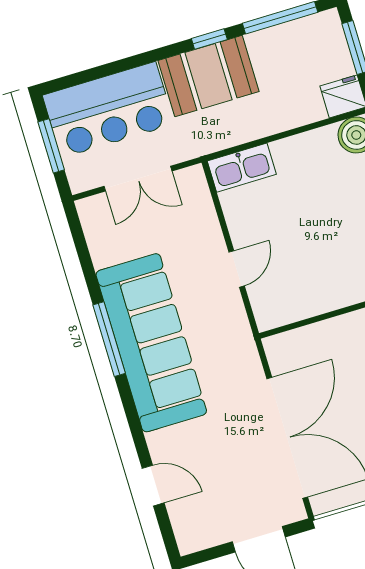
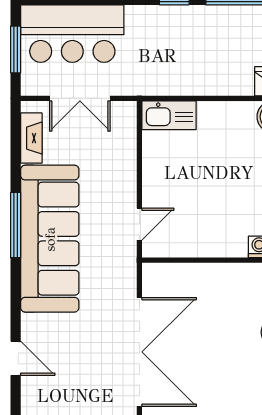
booth: (209, 76) -> (164, 31), removed
fireplace: (98, 238) -> (31, 138), added
door: (237, 269) -> (139, 224), moved

